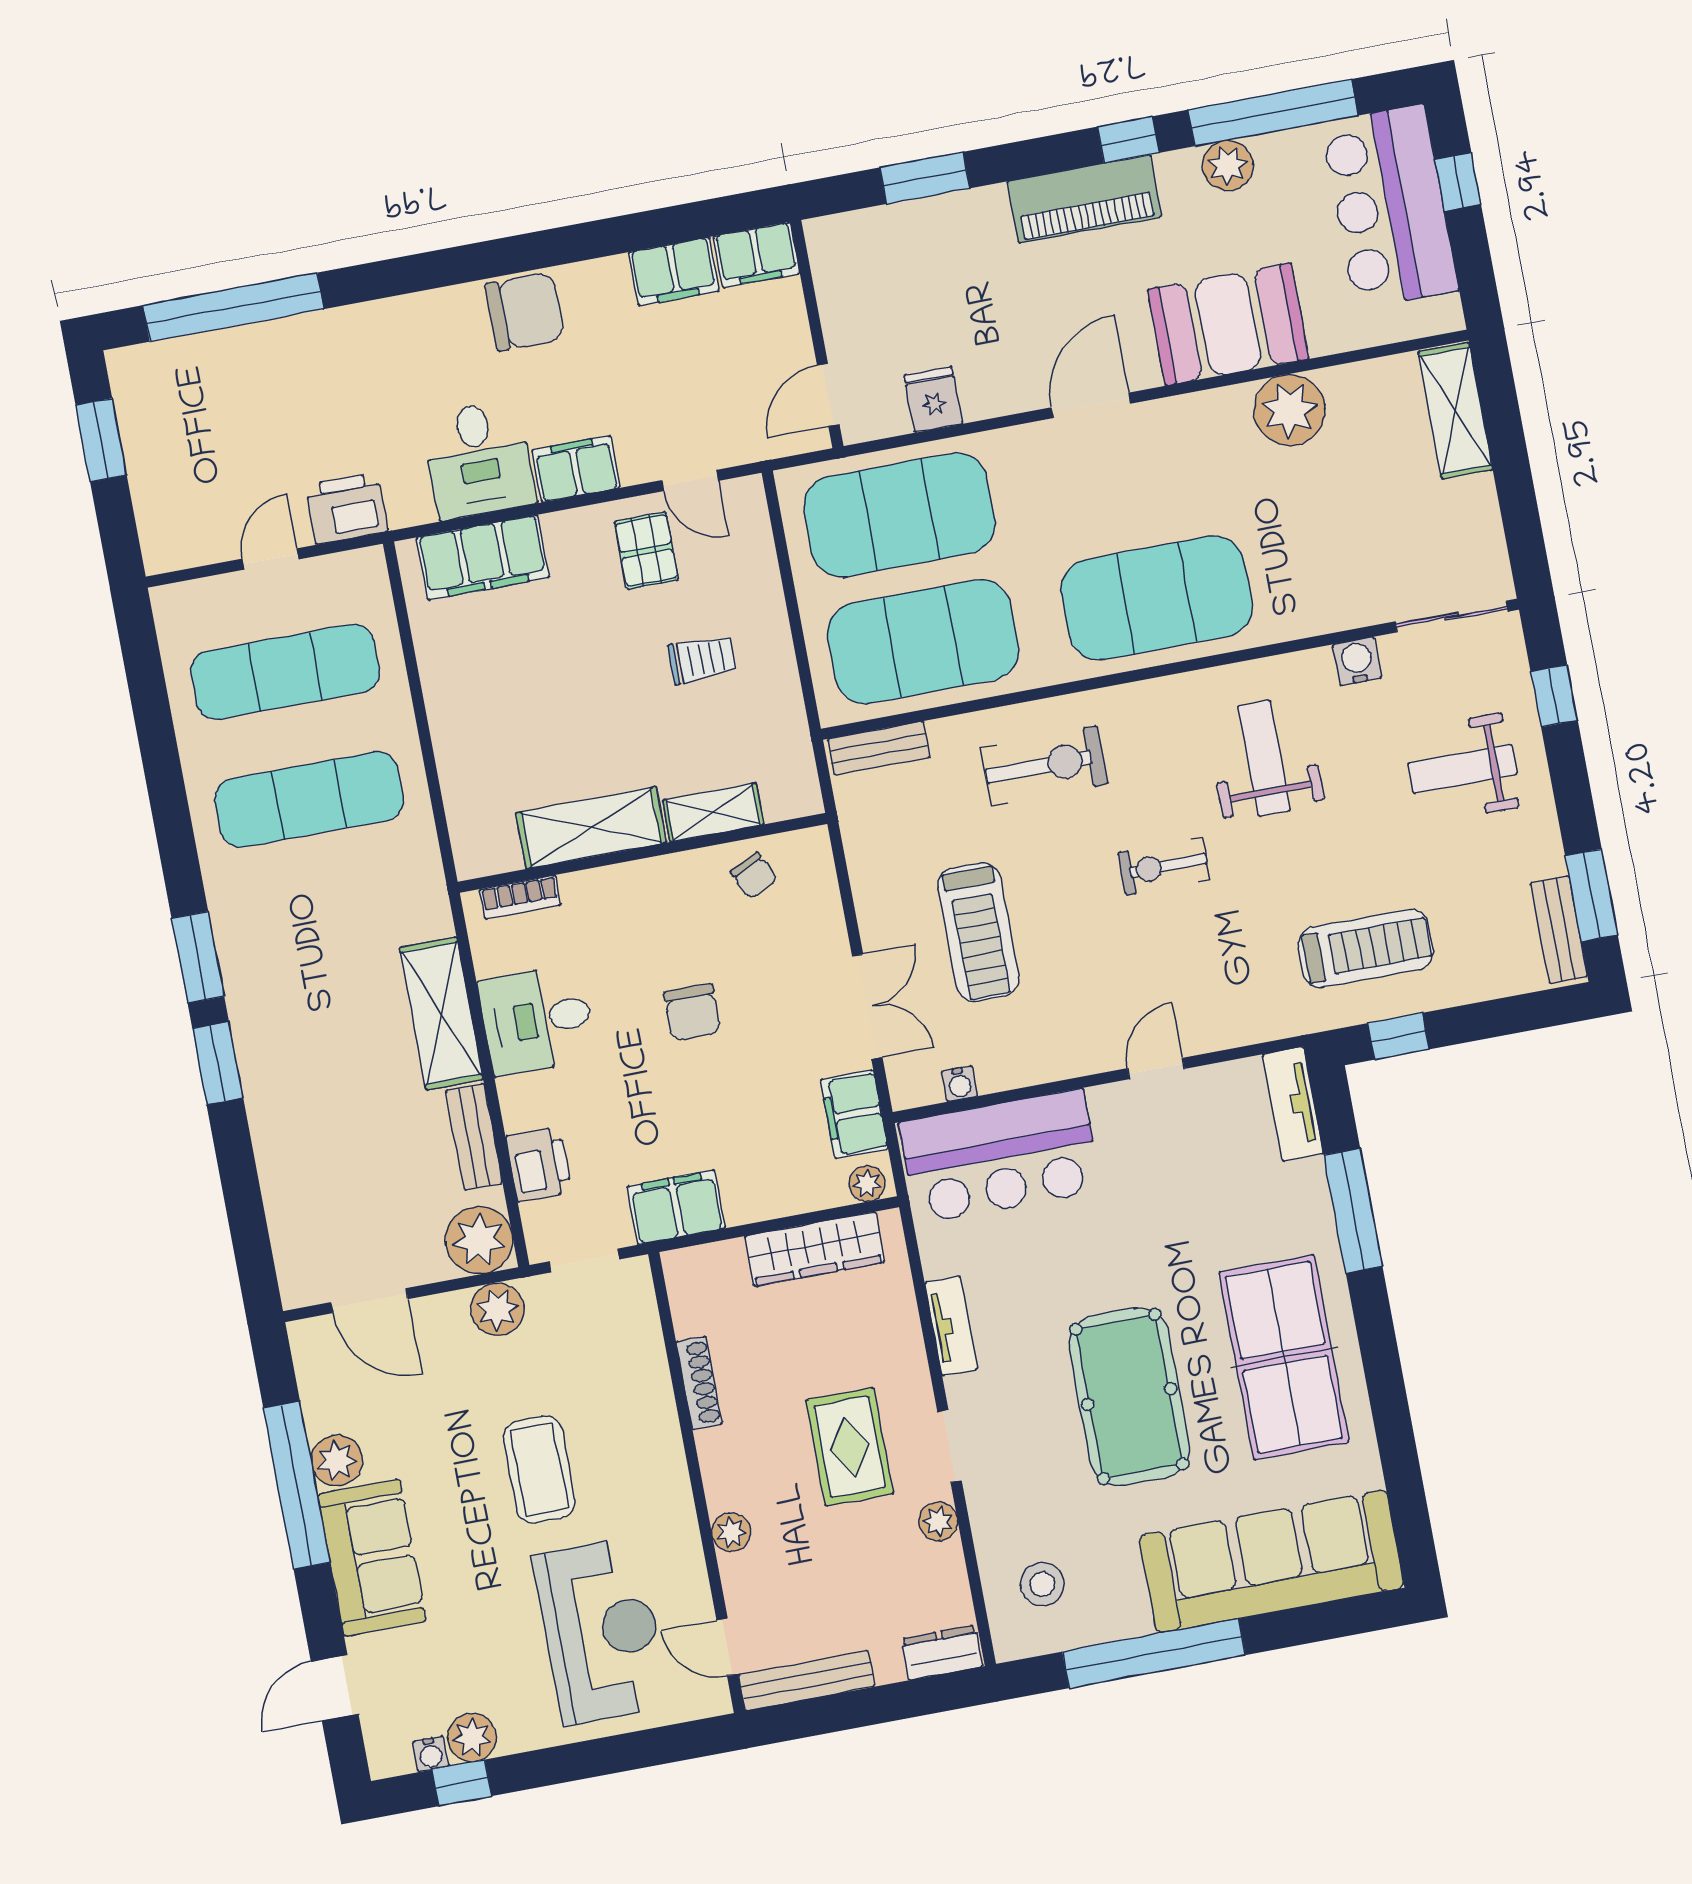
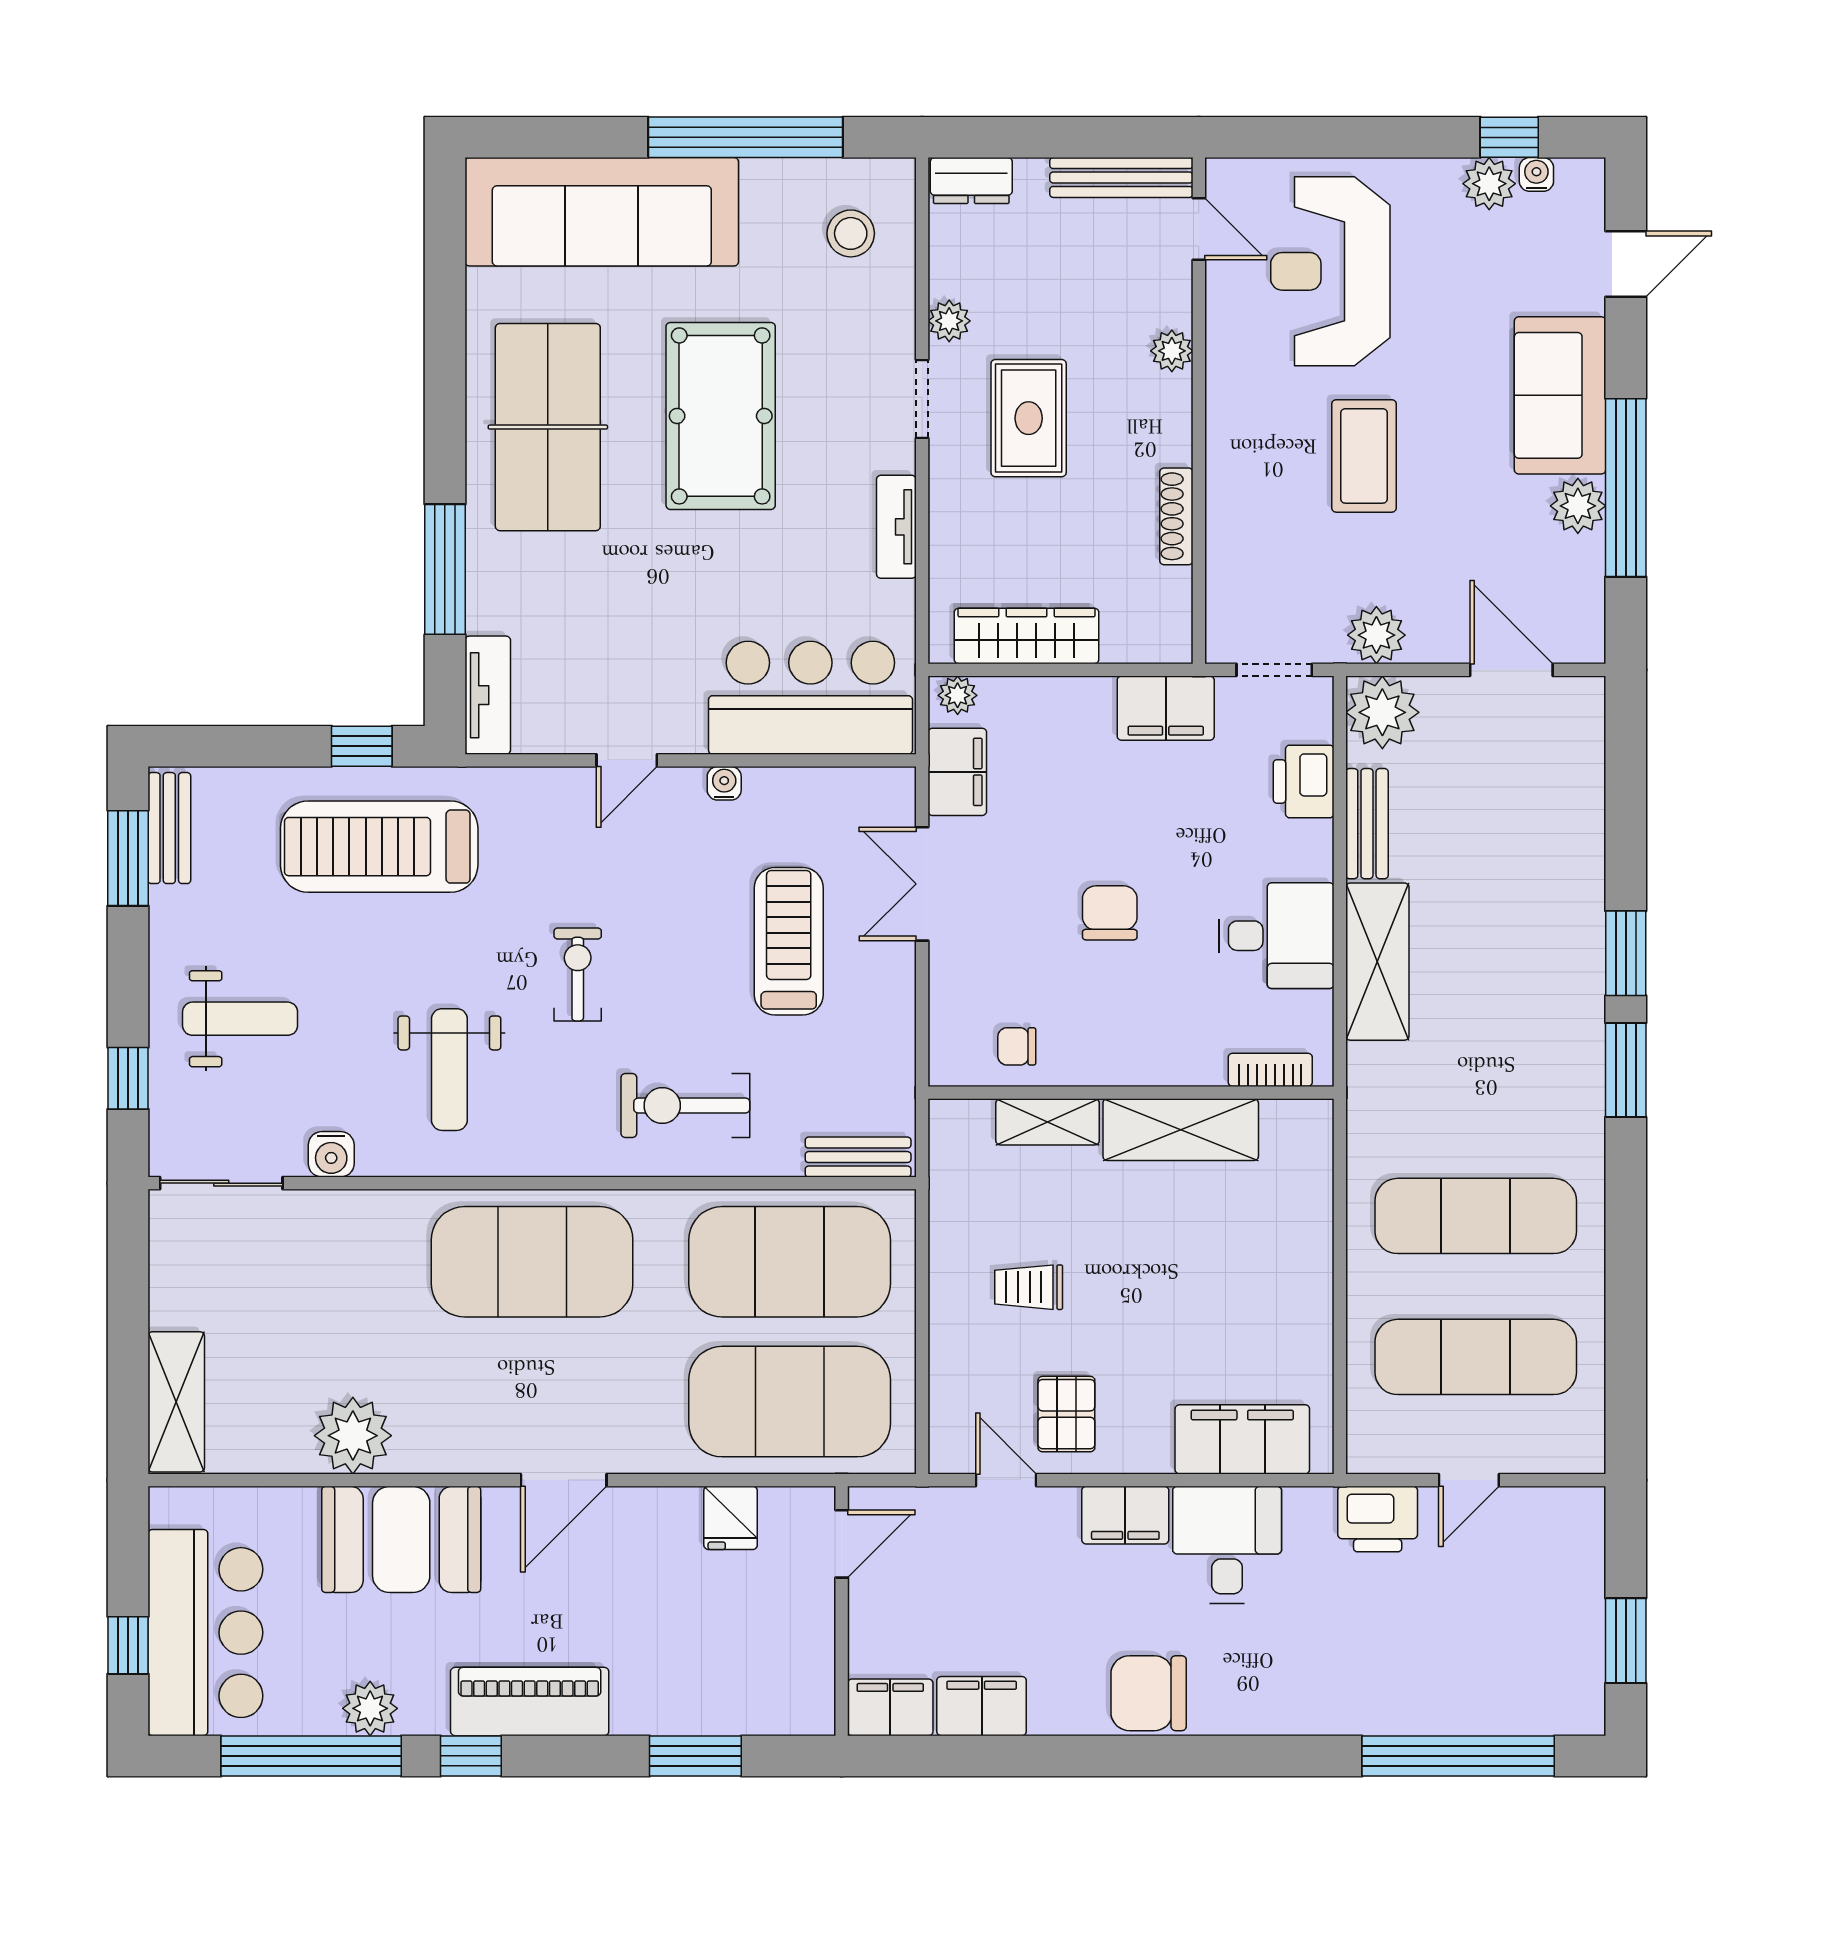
exercise bike: (1164, 866) -> (578, 974), turned -90
chair: (754, 875) -> (1017, 1046), turned -64
treadmill: (1366, 948) -> (379, 847), width x1.37, depth x1.38
water cooler: (960, 1084) -> (724, 783), moved

